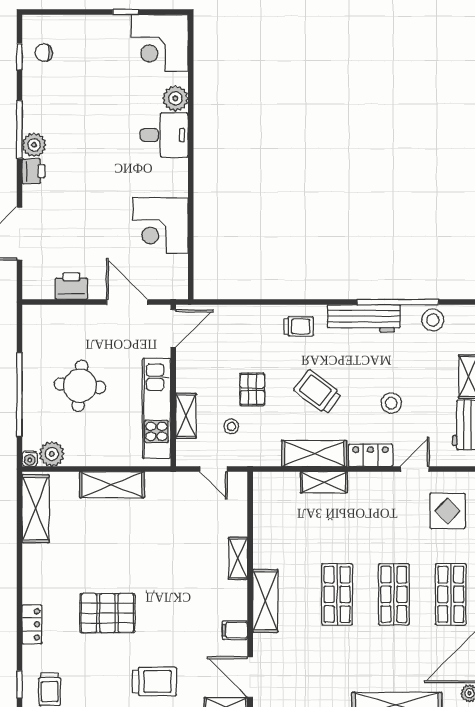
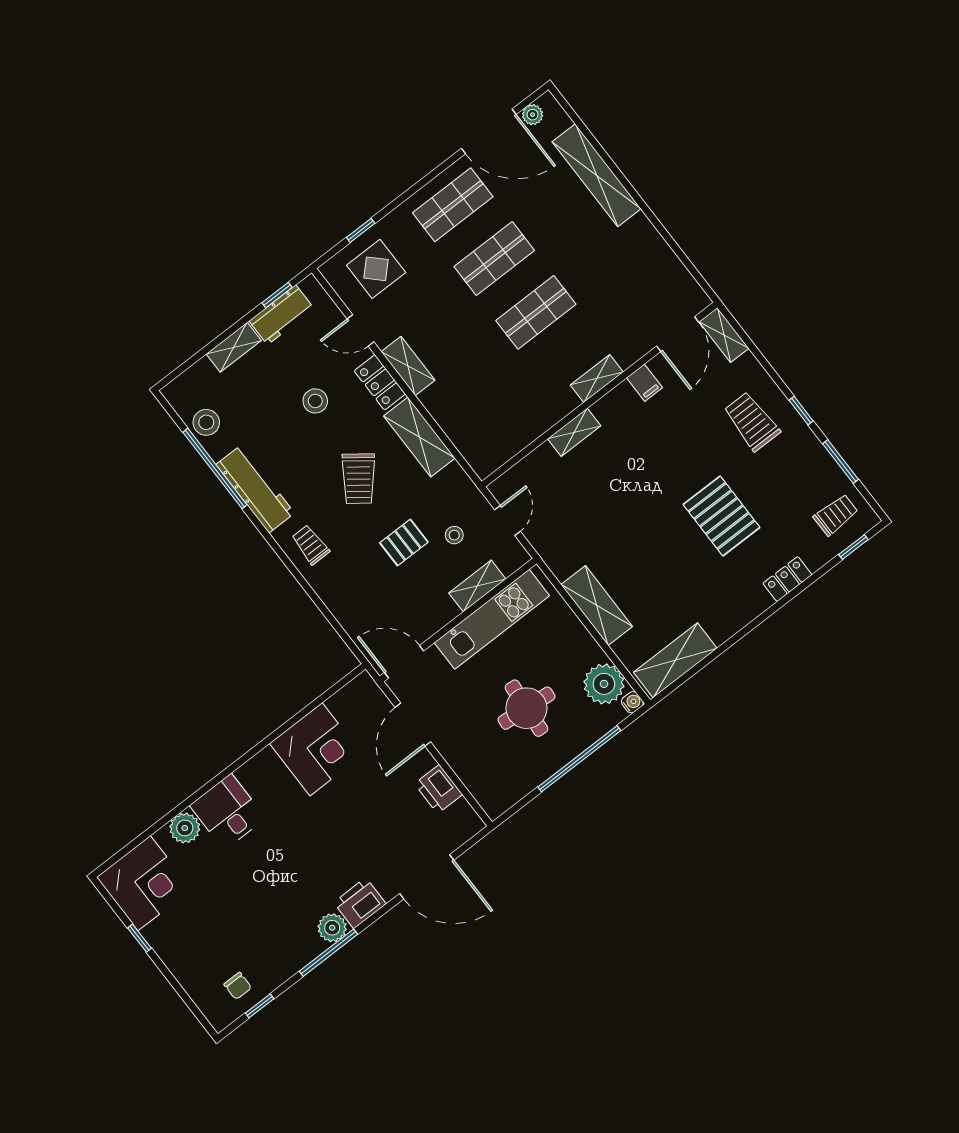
printer: (33, 171) -> (360, 903), width x1.36, depth x1.24
plant: (52, 454) -> (604, 684), width x1.36, depth x1.36
shelving: (324, 482) -> (408, 366), moved
shelving: (265, 601) -> (597, 379), width x0.67, depth x0.75

